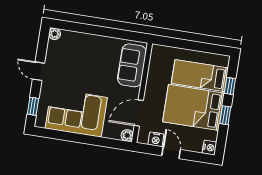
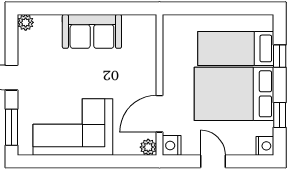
sofa: (132, 65) -> (92, 31), moved, turned -90
window: (33, 106) -> (11, 127), width x1.50
window: (225, 115) -> (280, 115), moved
nightstand: (156, 139) -> (172, 145), moved, turned 90

